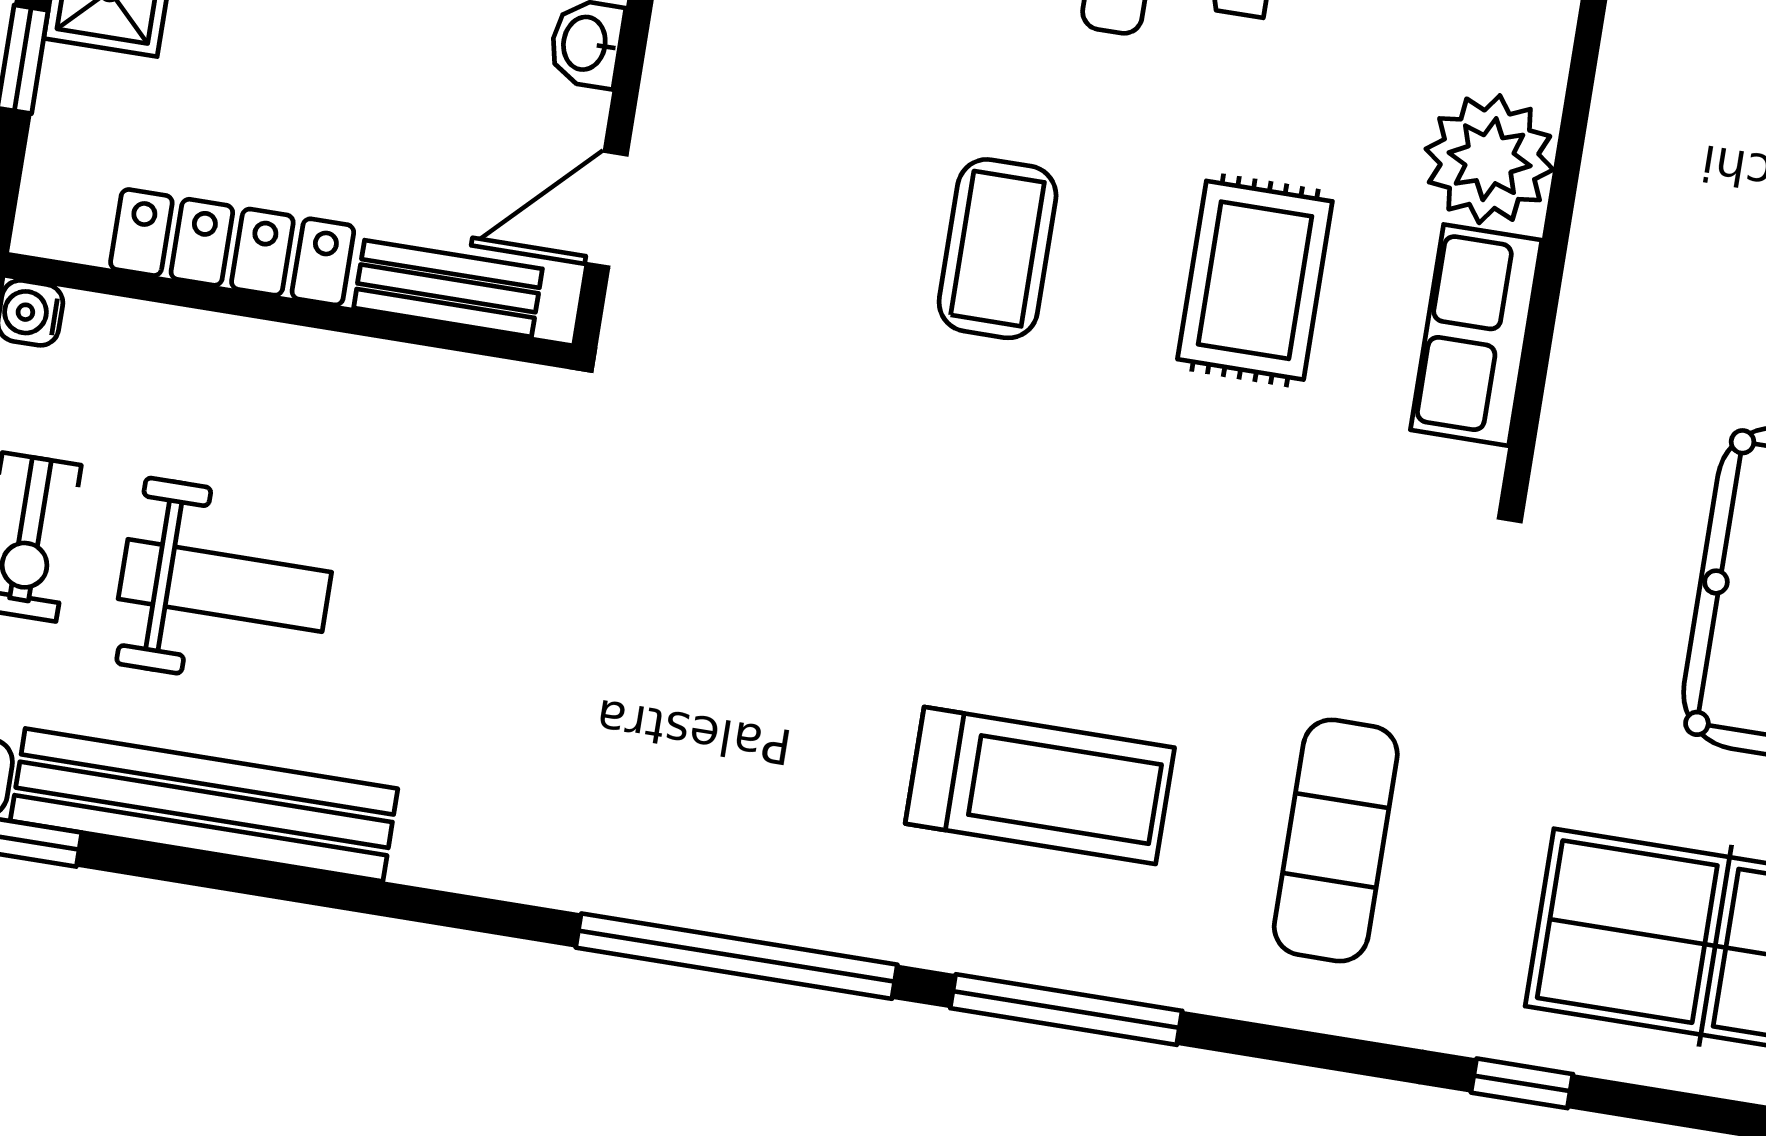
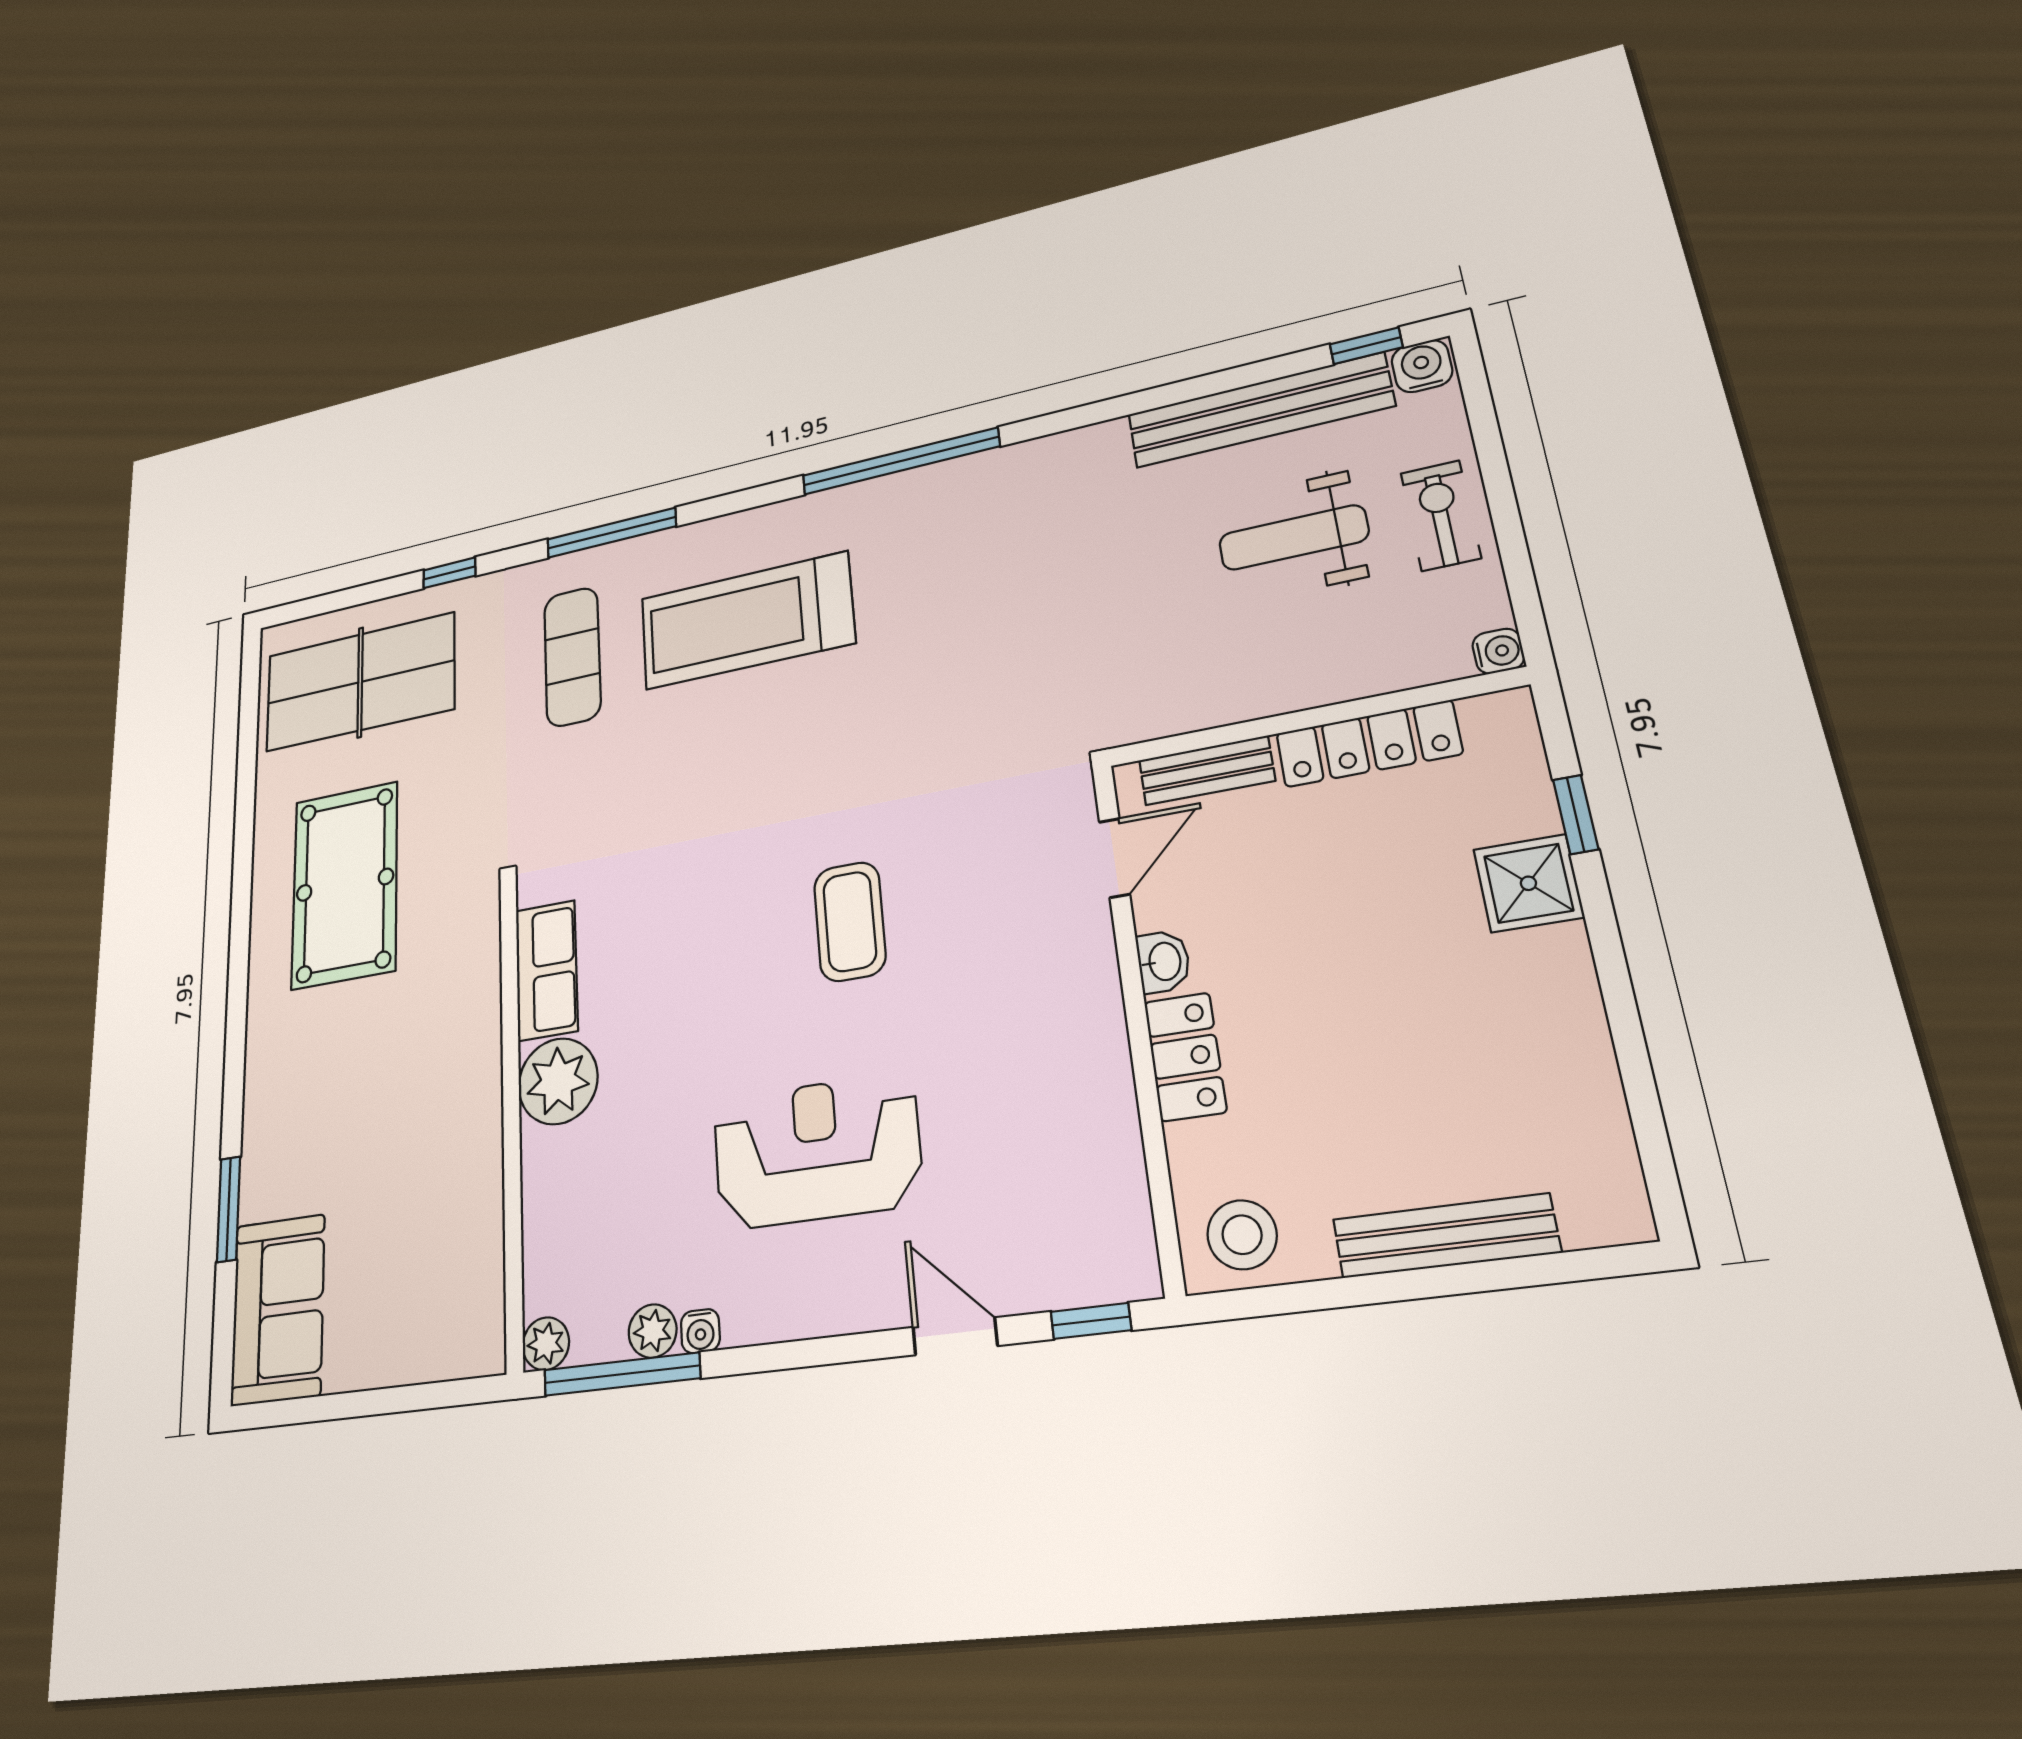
rug: (1255, 280) -> (685, 957), removed
treadmill: (1040, 786) -> (746, 621), width x1.37, depth x1.38
window: (1066, 1010) -> (611, 533), moved

